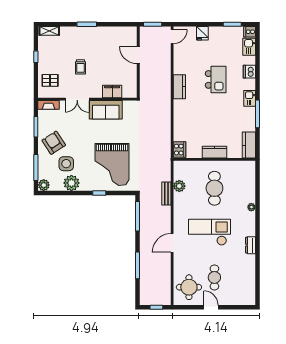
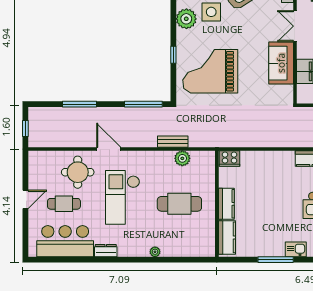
kitchen counter: (249, 145) -> (227, 237), moved, turned 90
checkout: (210, 232) -> (123, 197), turned 180
bar counter: (243, 277) -> (65, 241), added
round table: (189, 287) -> (78, 172), moved

